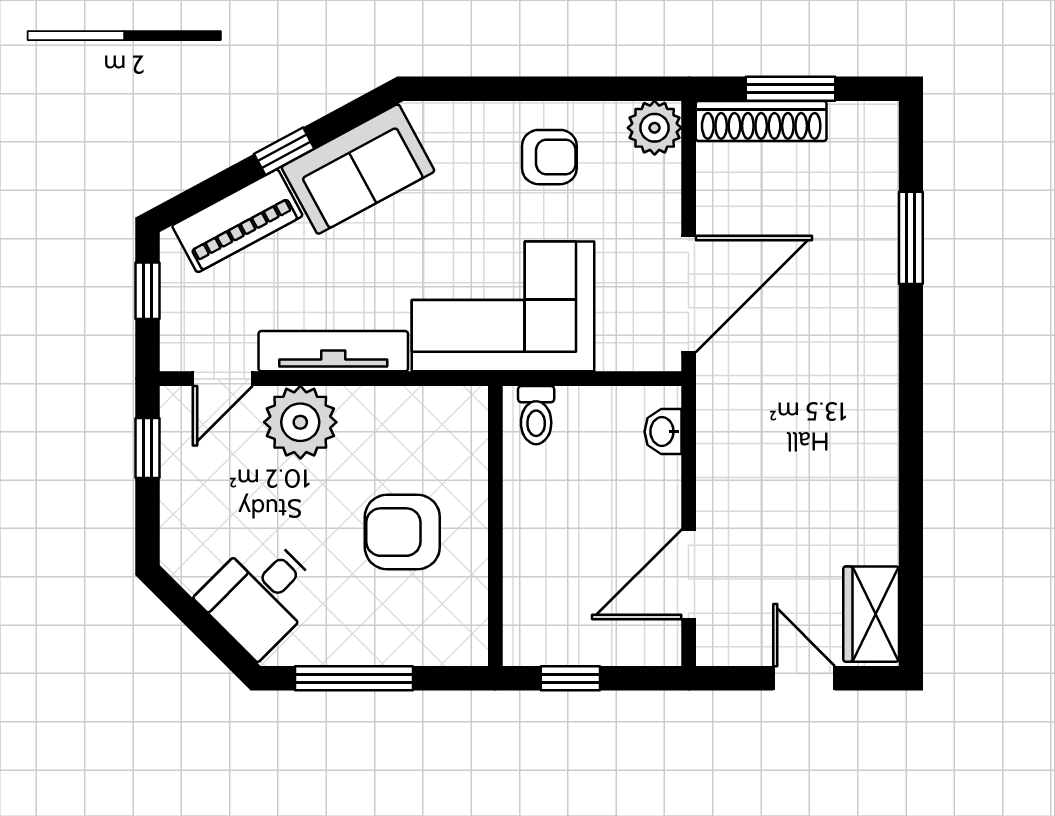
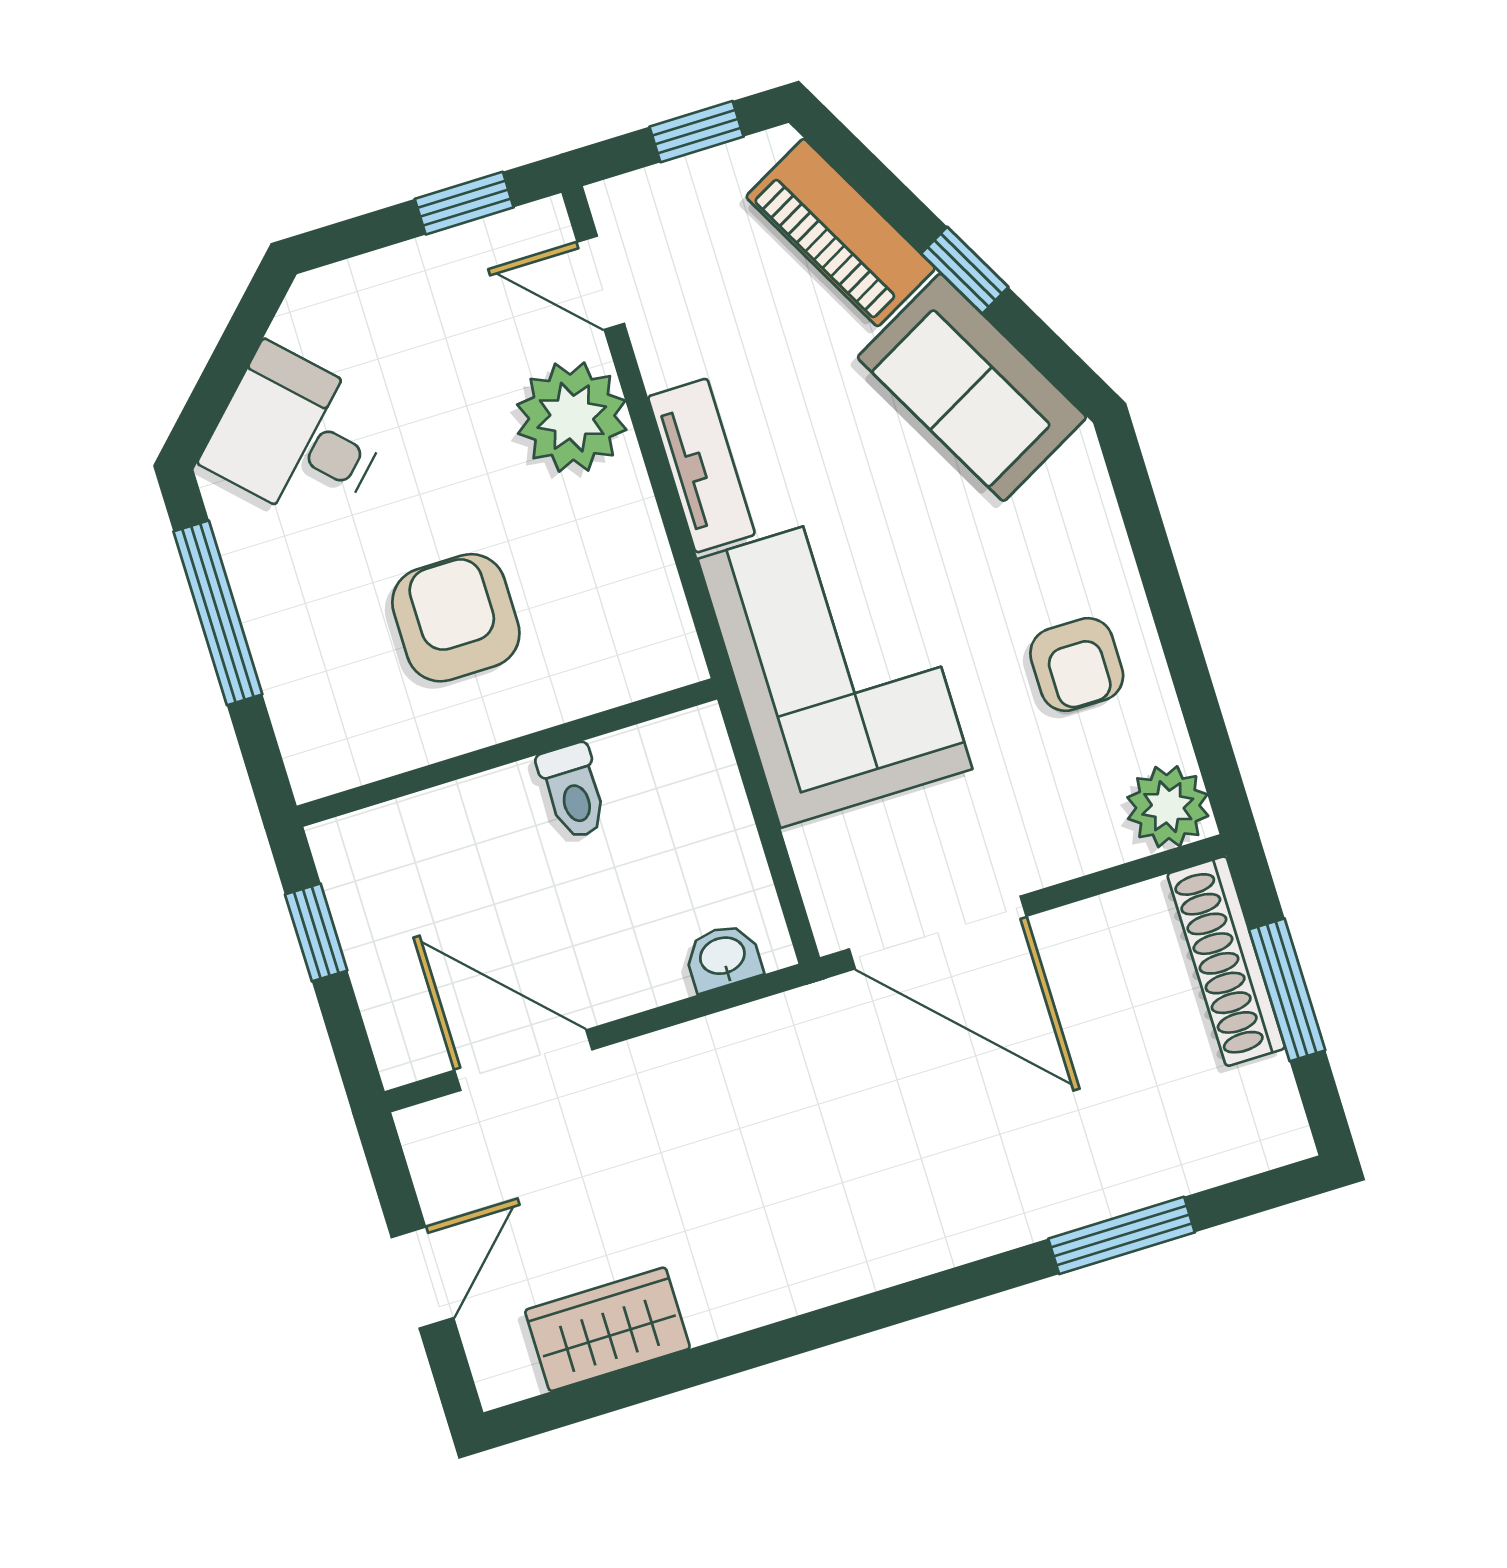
tv unit: (333, 351) -> (701, 466), width x0.71
toilet: (536, 415) -> (573, 791), moved, turned -90
wardrobe: (871, 614) -> (607, 1329), moved

